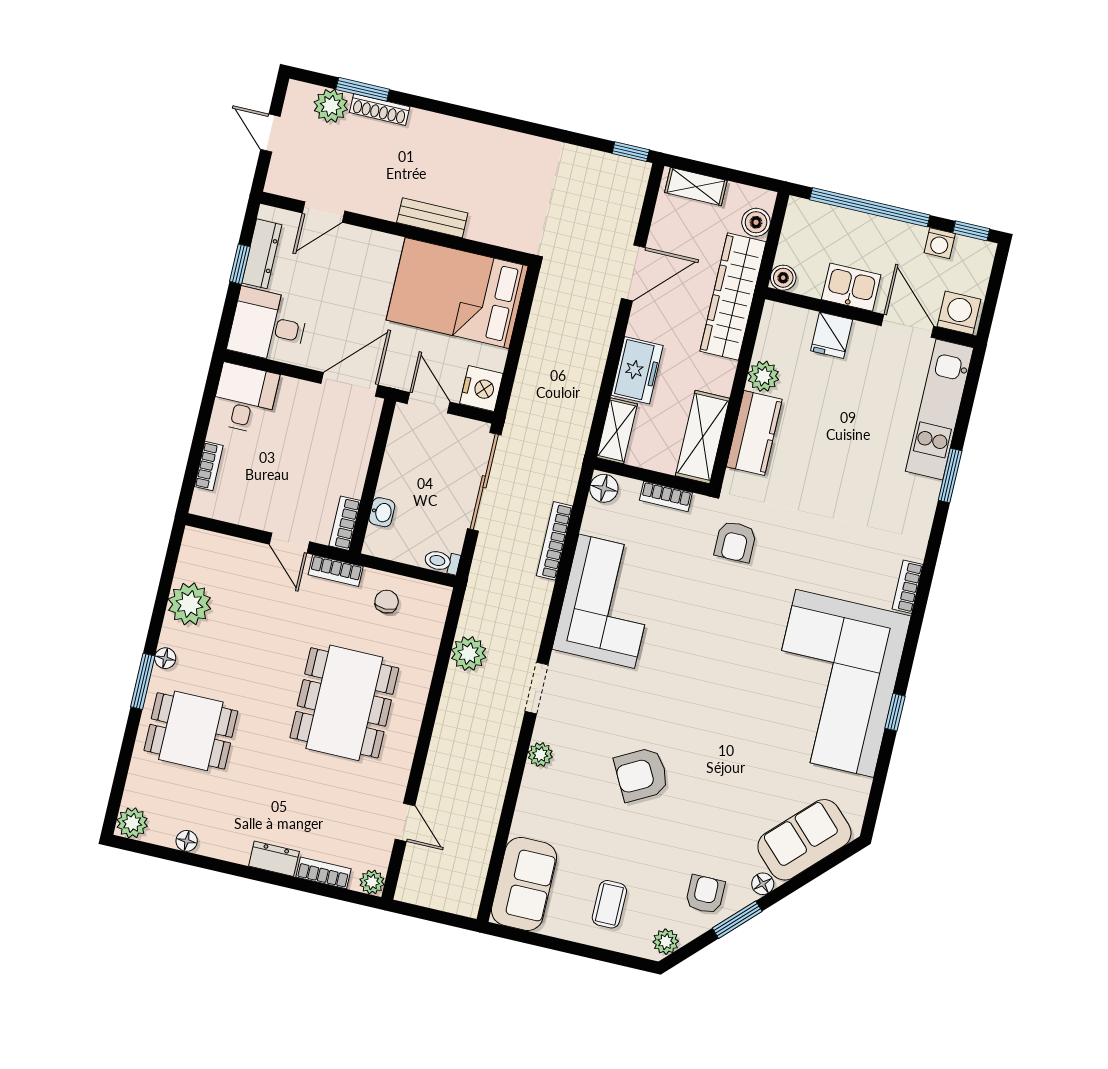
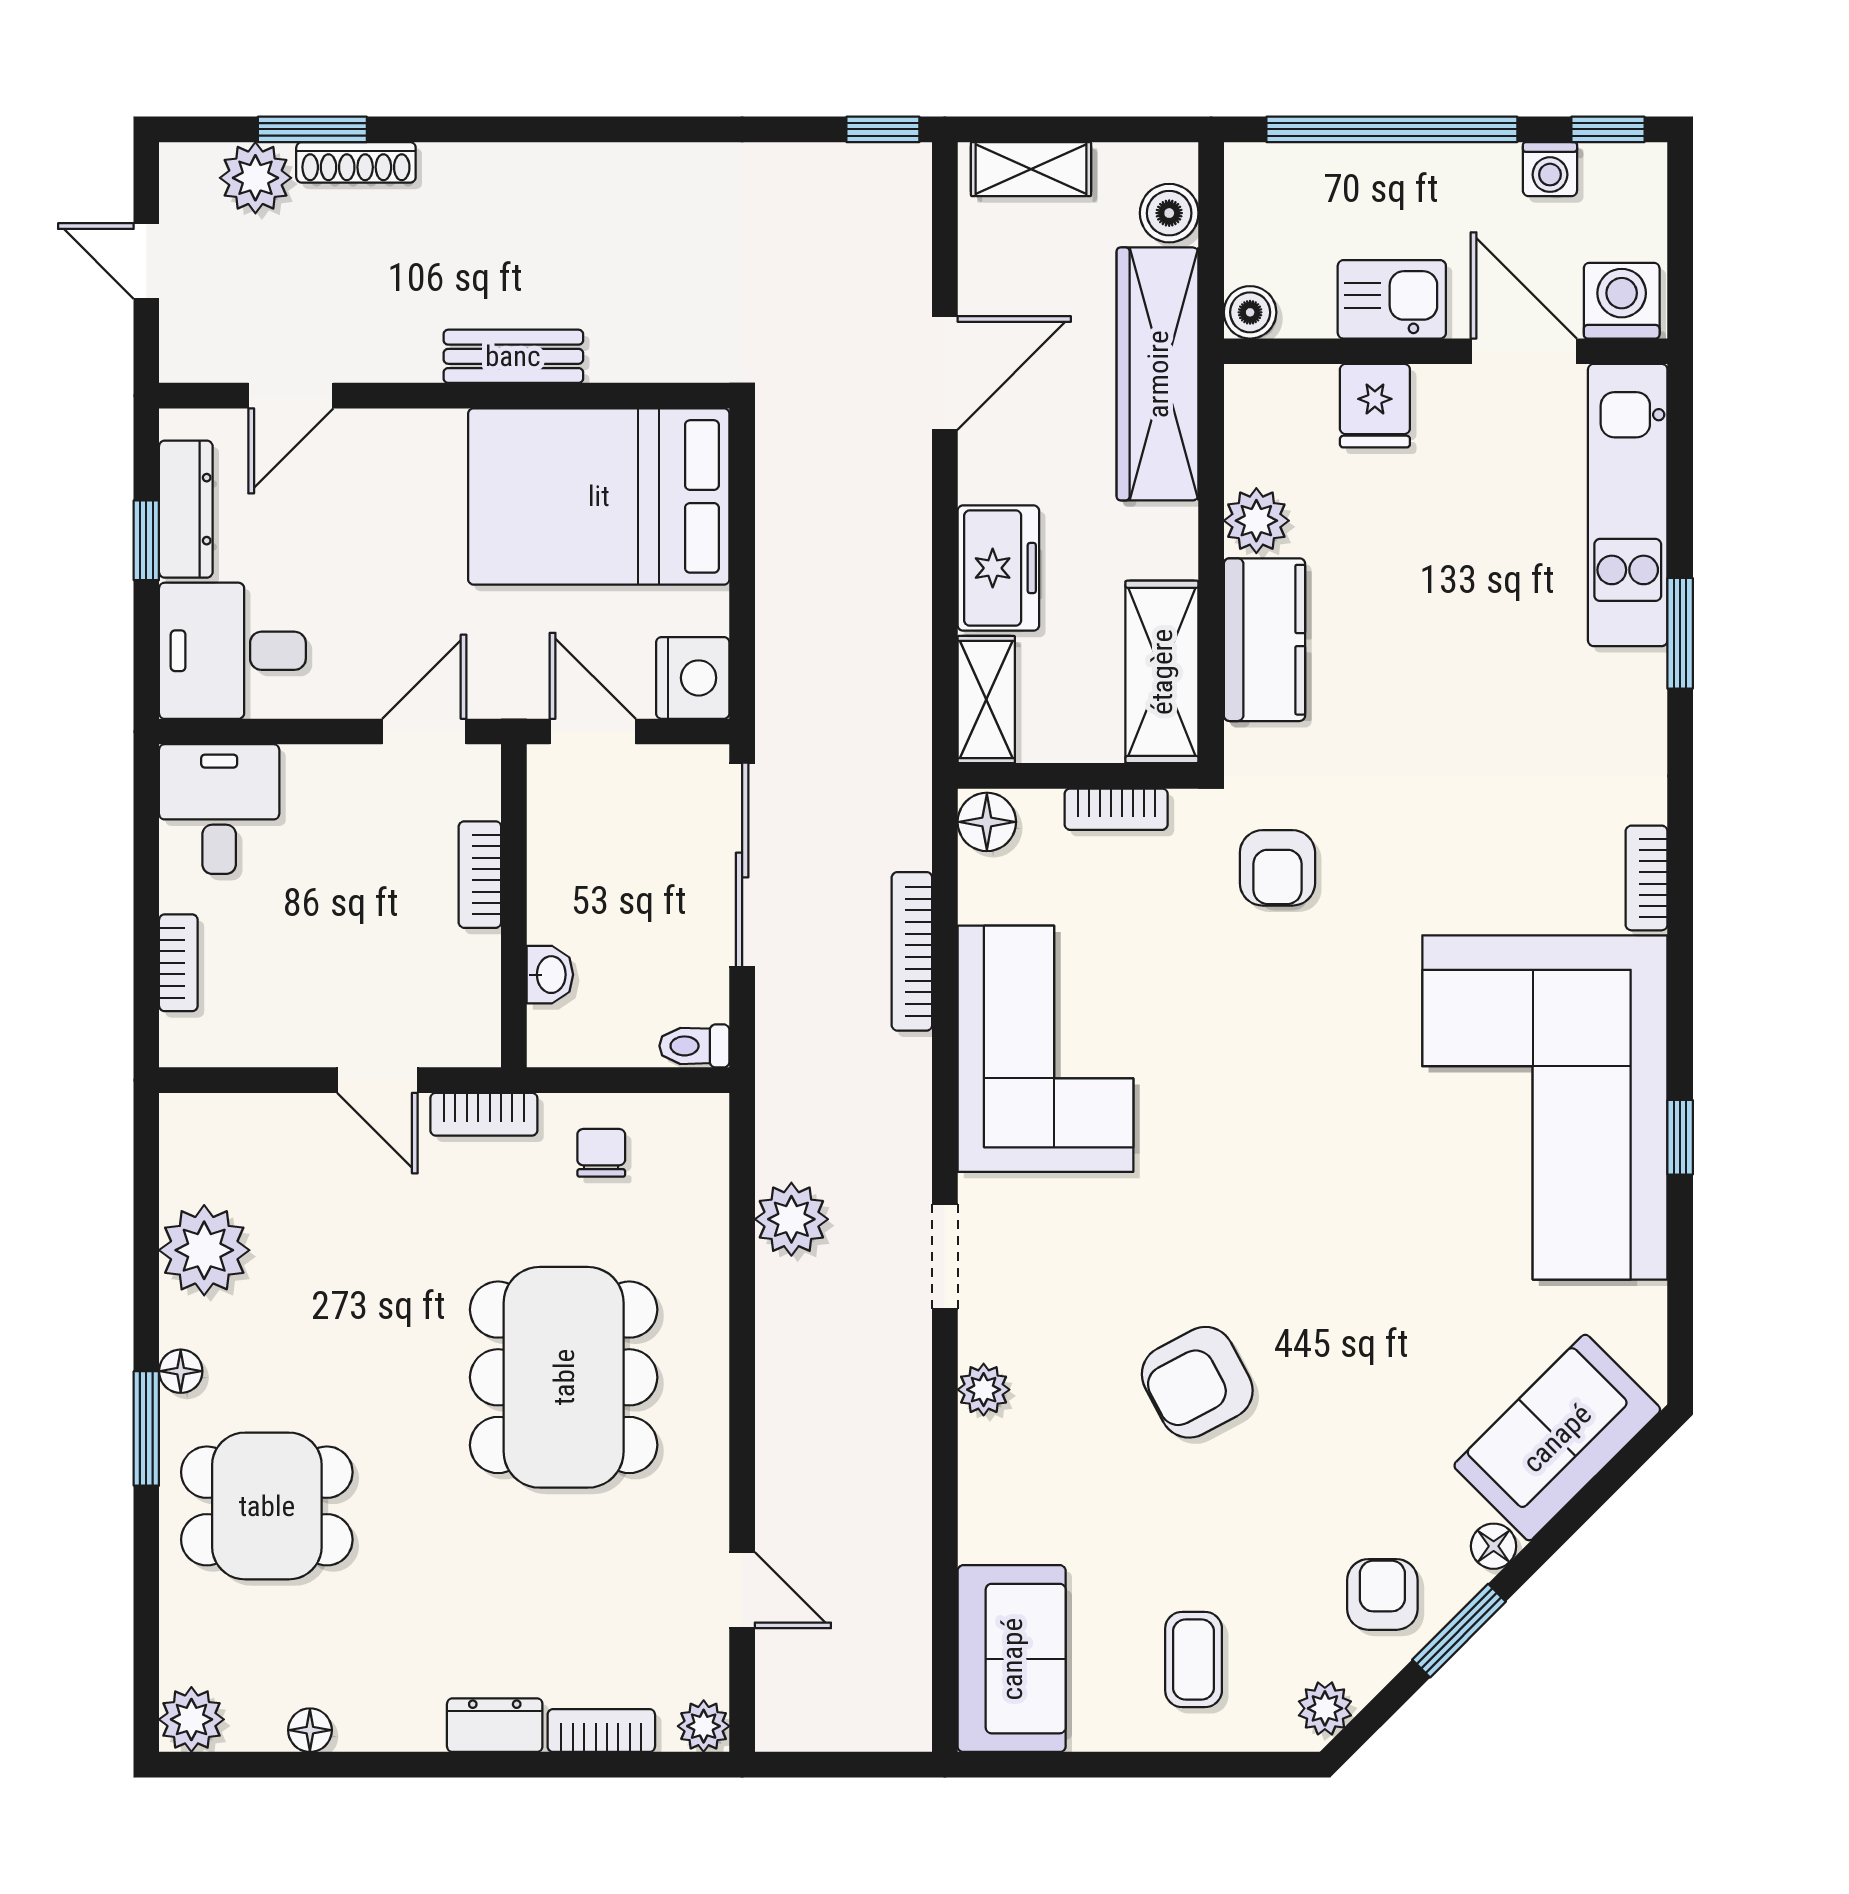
door: (350, 384) -> (424, 732), width x0.73
bookcase: (345, 523) -> (480, 875), moved

